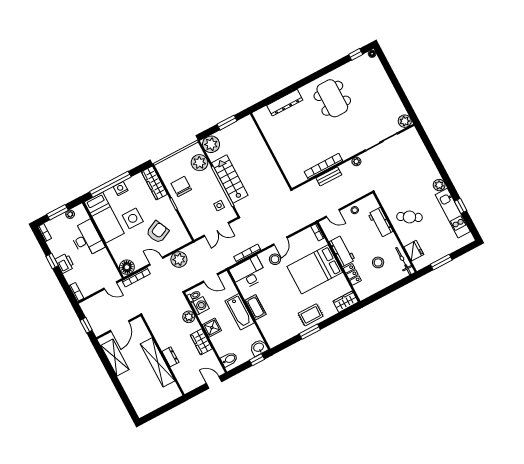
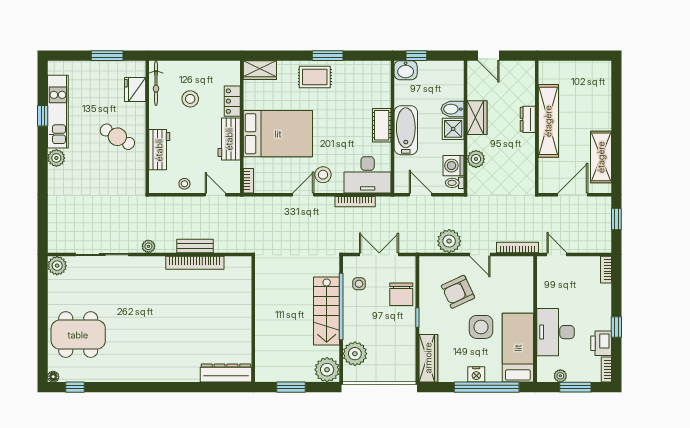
dining table: (332, 98) -> (78, 335), moved, turned 90
dresser: (285, 103) -> (226, 373), moved
chair: (181, 187) -> (401, 294), moved
printer: (65, 263) -> (601, 343), moved
floor lamp: (127, 267) -> (523, 267), removed
bidet: (229, 359) -> (452, 109), moved

